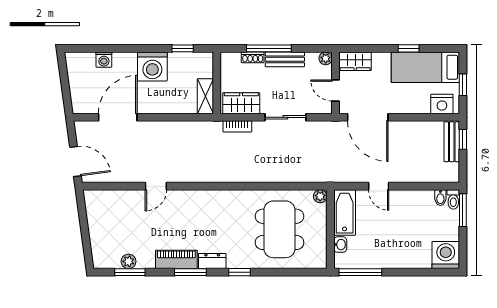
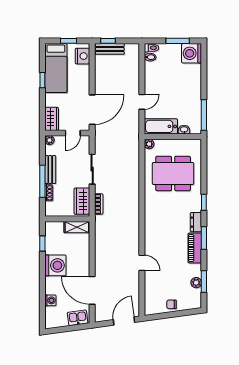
kitchen sink: (80, 97) -> (78, 318), added
window: (463, 210) -> (178, 41), moved
chair: (98, 227) -> (172, 304), added

